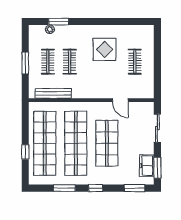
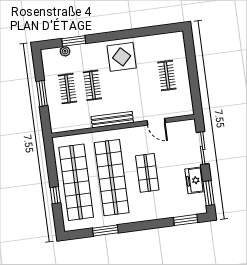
display table: (105, 49) -> (122, 57), moved
bench: (53, 93) -> (112, 120), moved
shop shelf: (107, 143) -> (147, 173), width x0.70, depth x0.74
freezer: (147, 166) -> (195, 180), moved
window: (96, 188) -> (141, 226), removed

